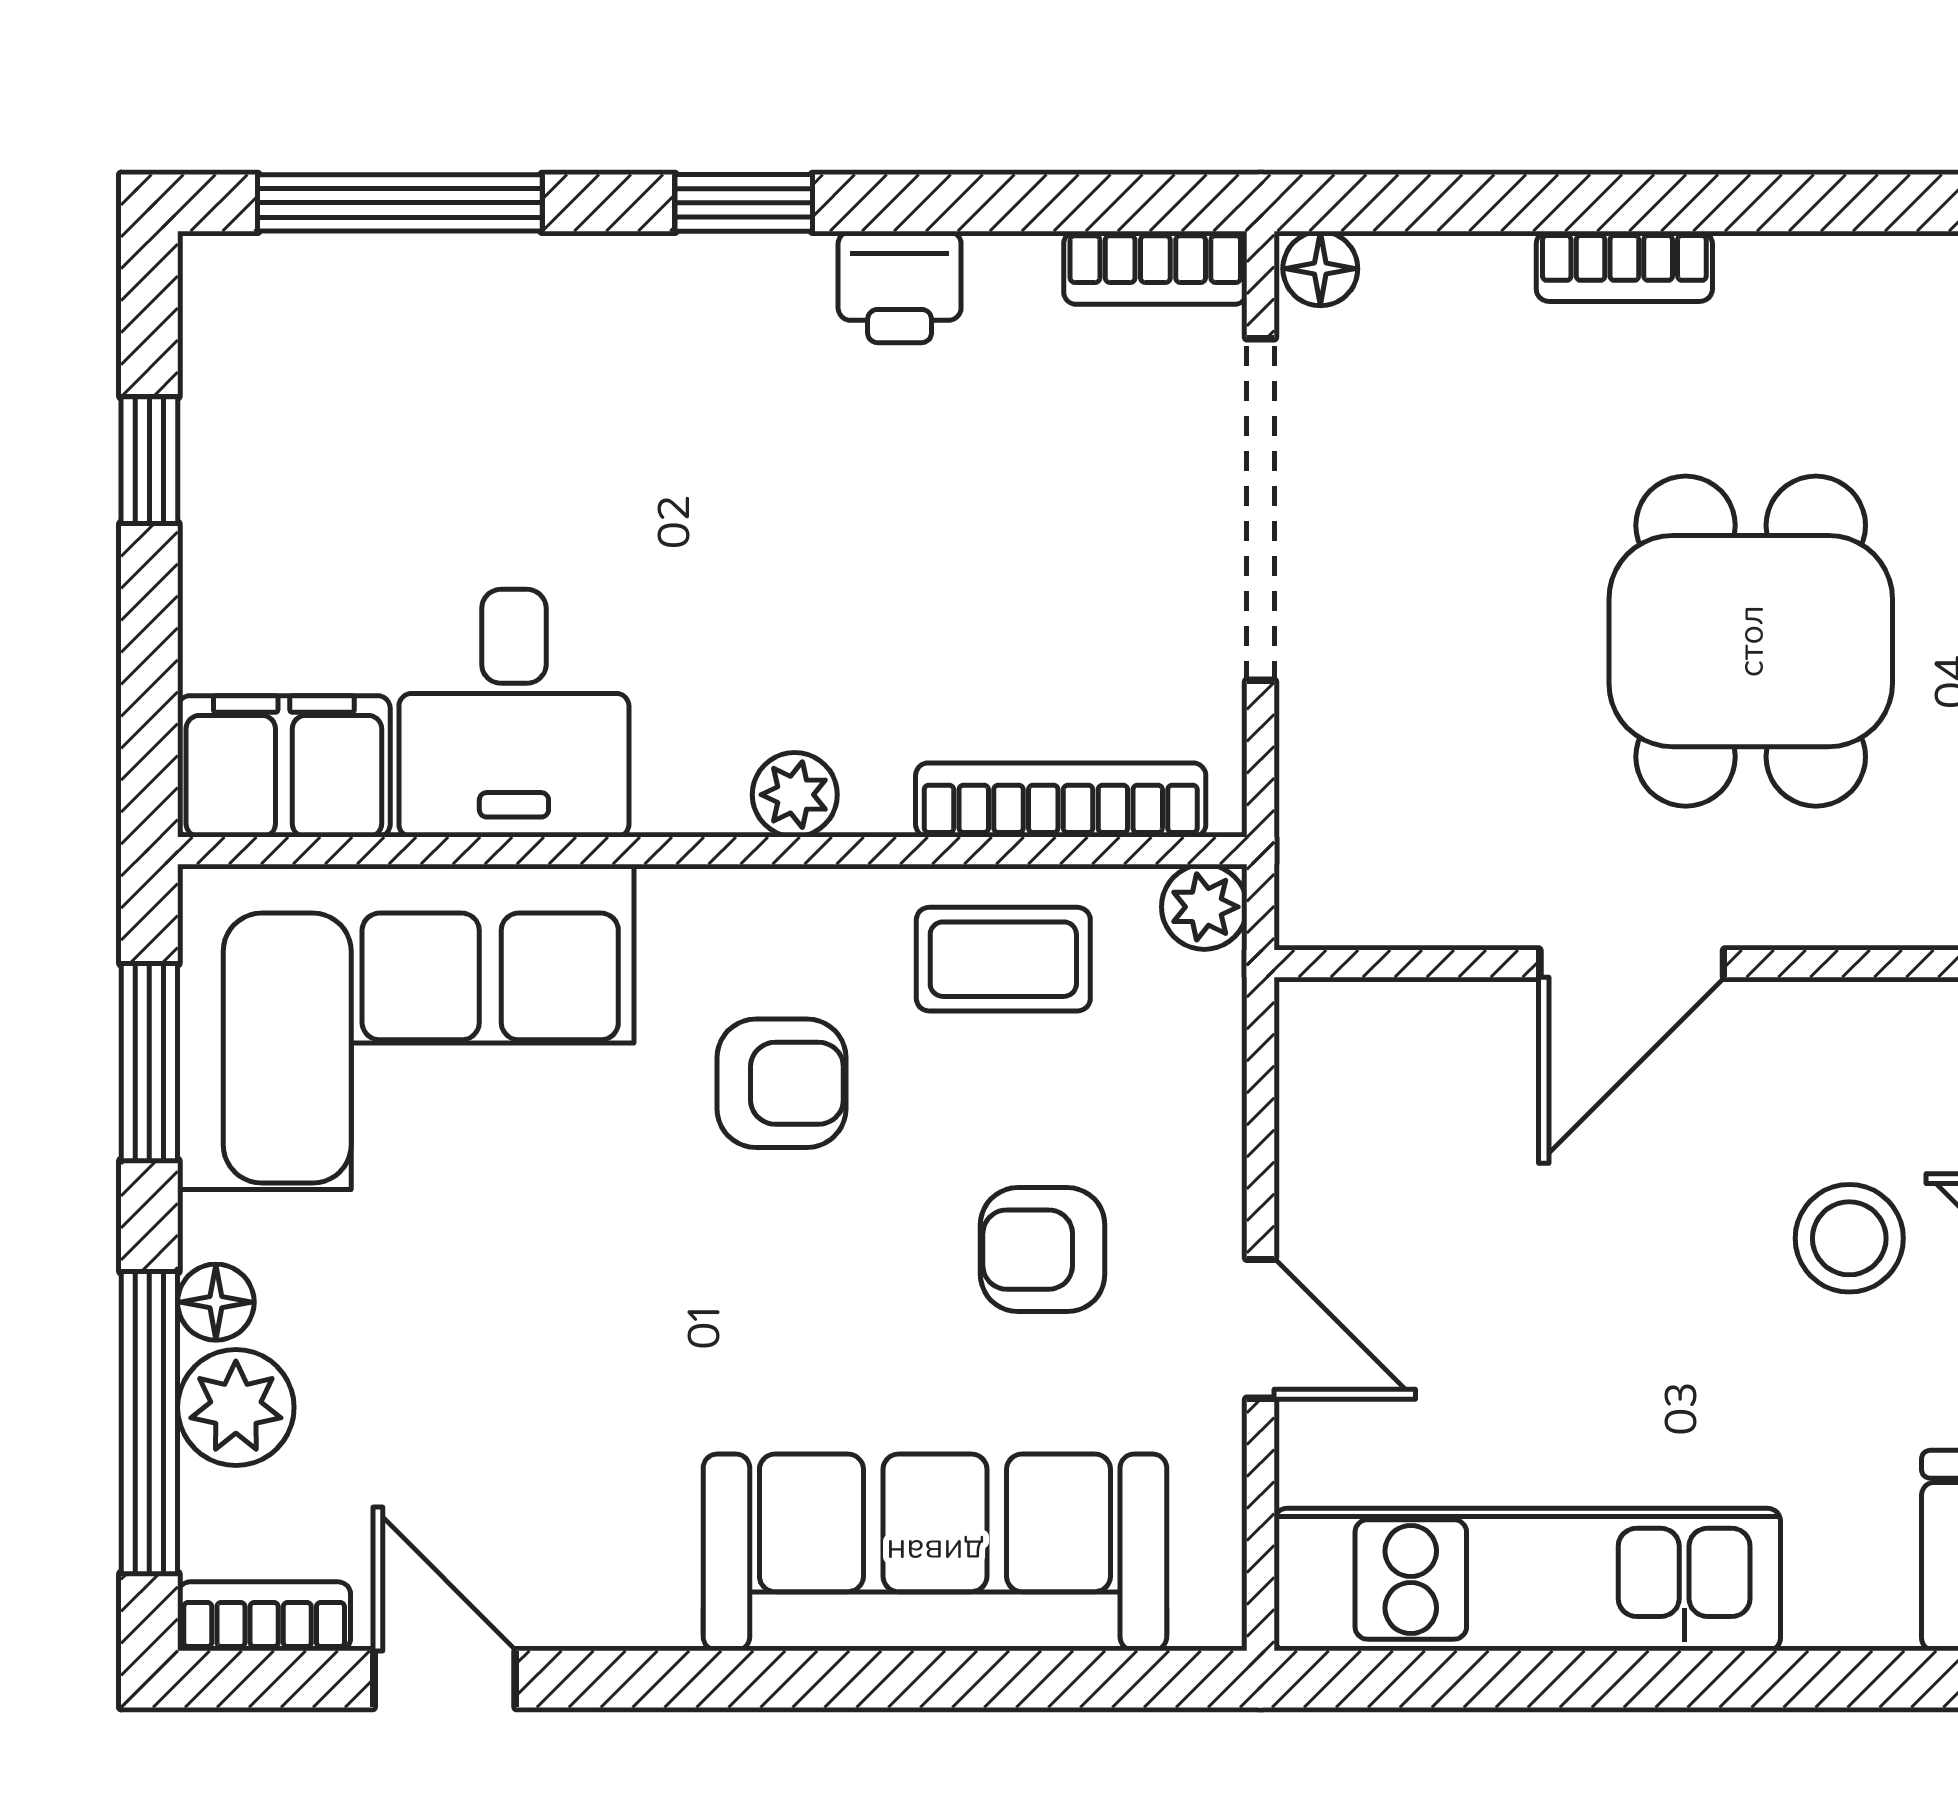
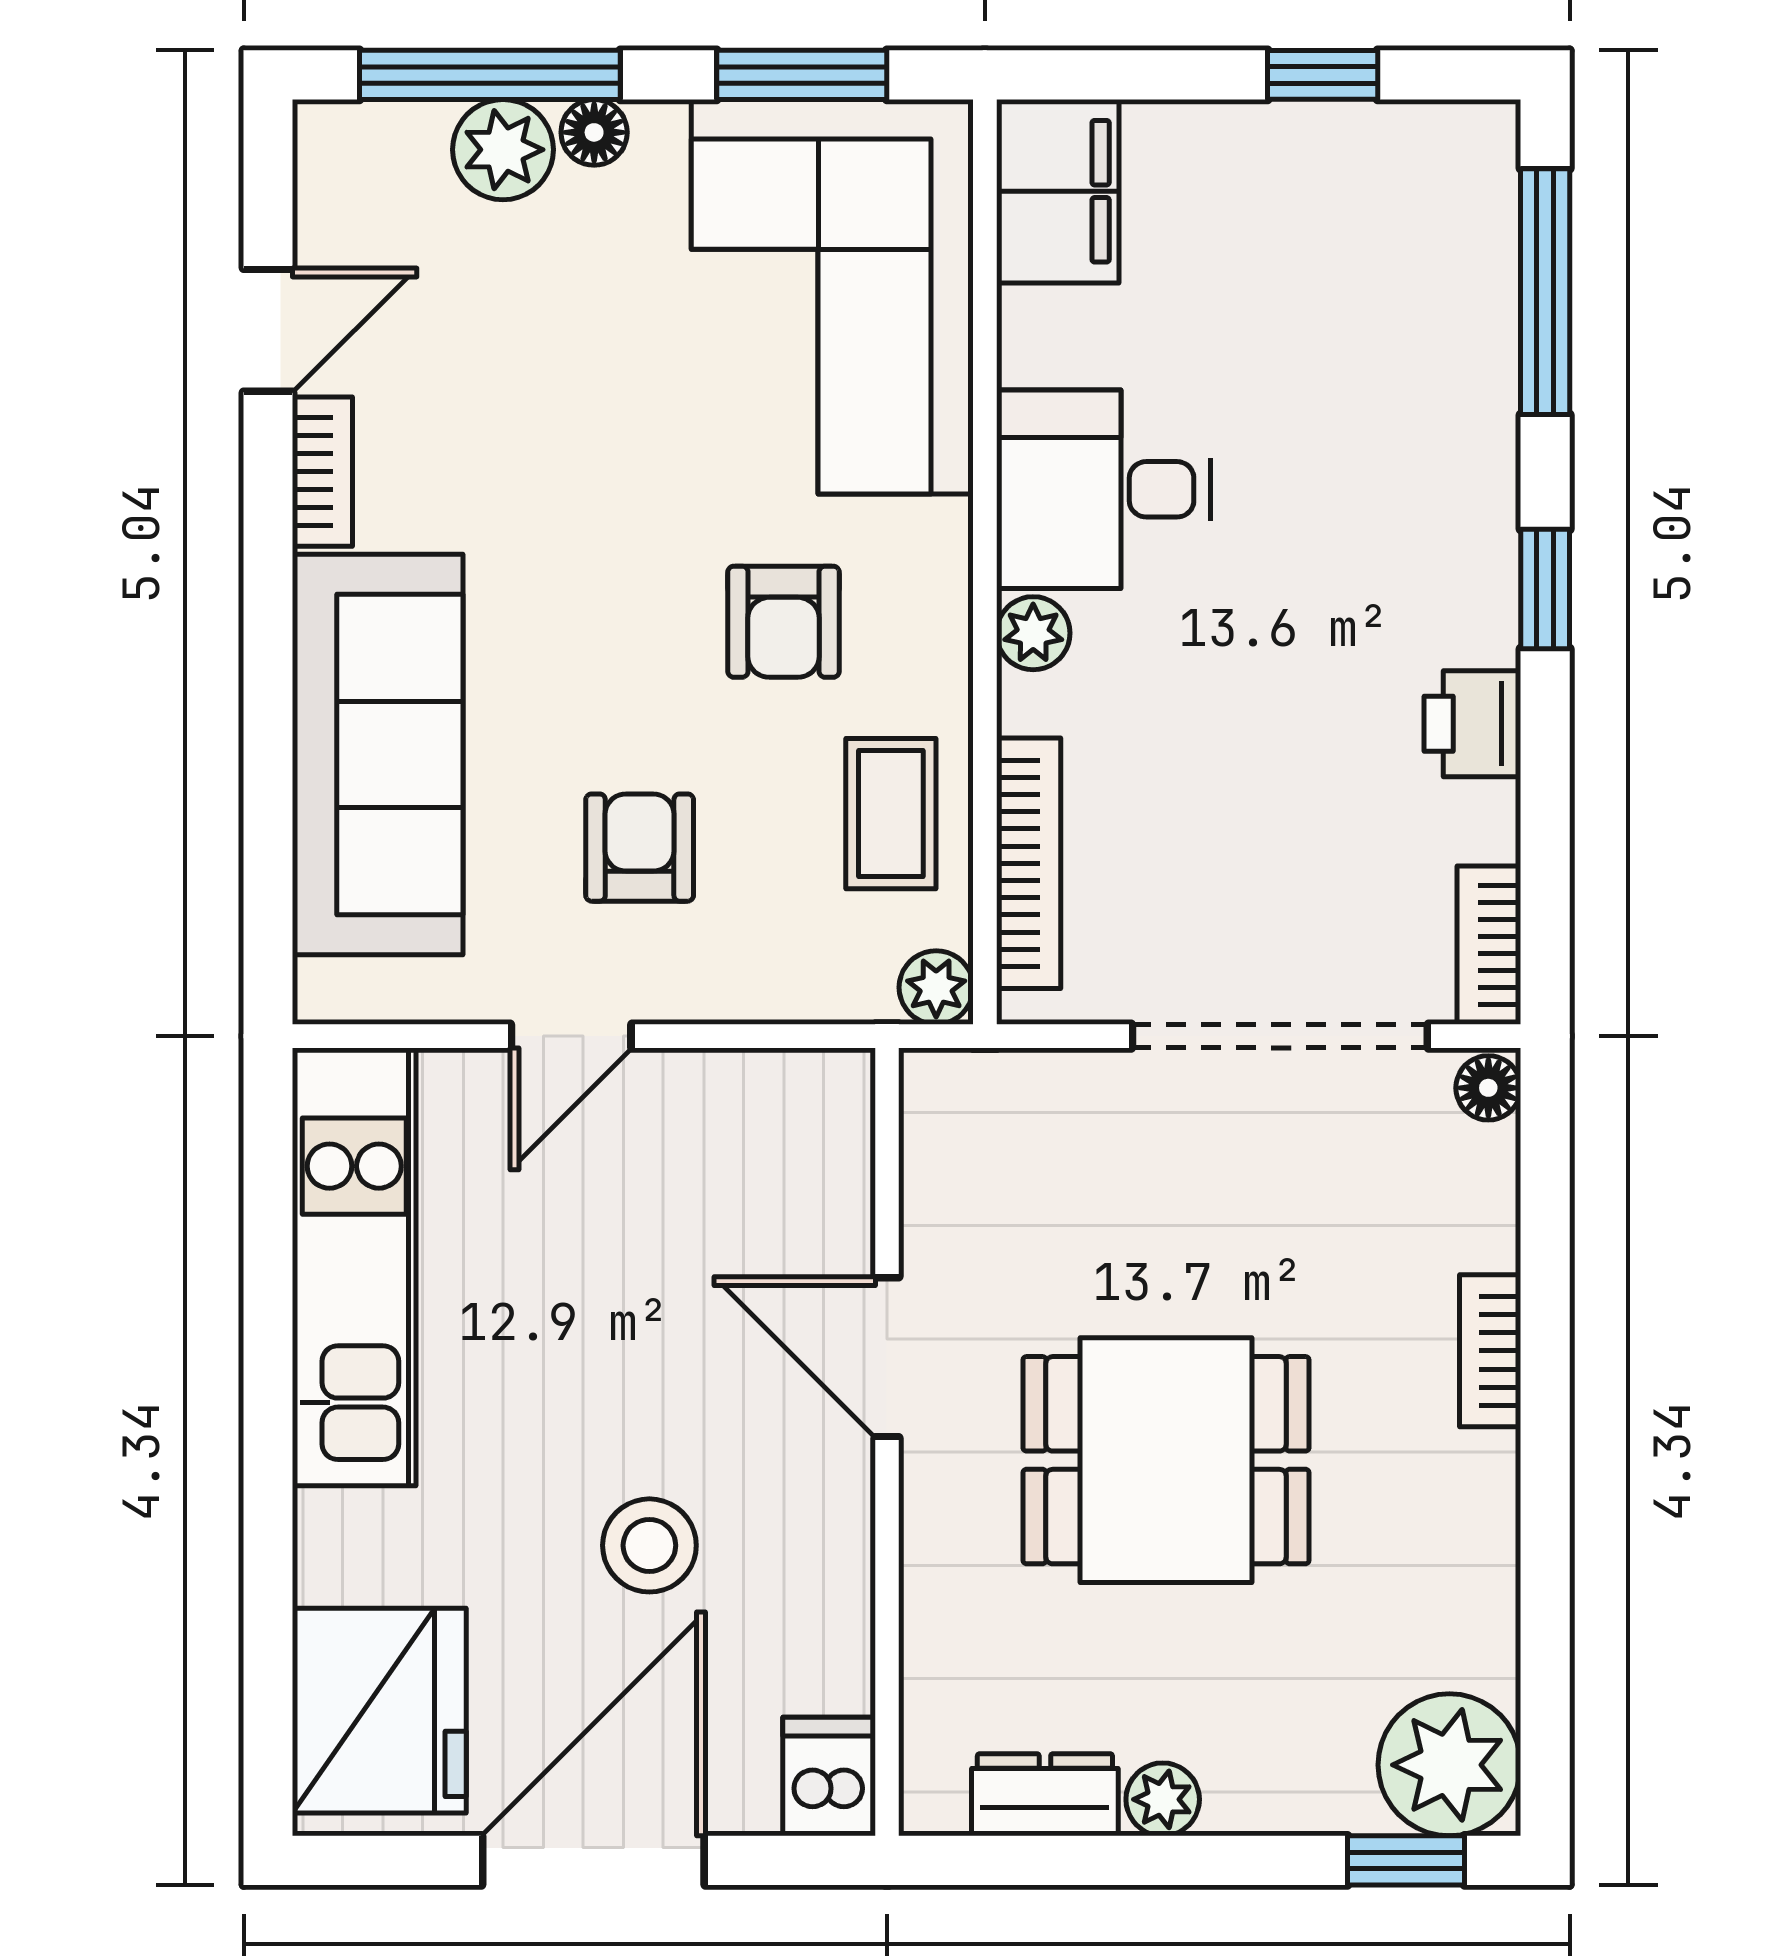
desk: (514, 713) -> (1104, 489), moved
bookcase: (264, 1616) -> (322, 472), moved

